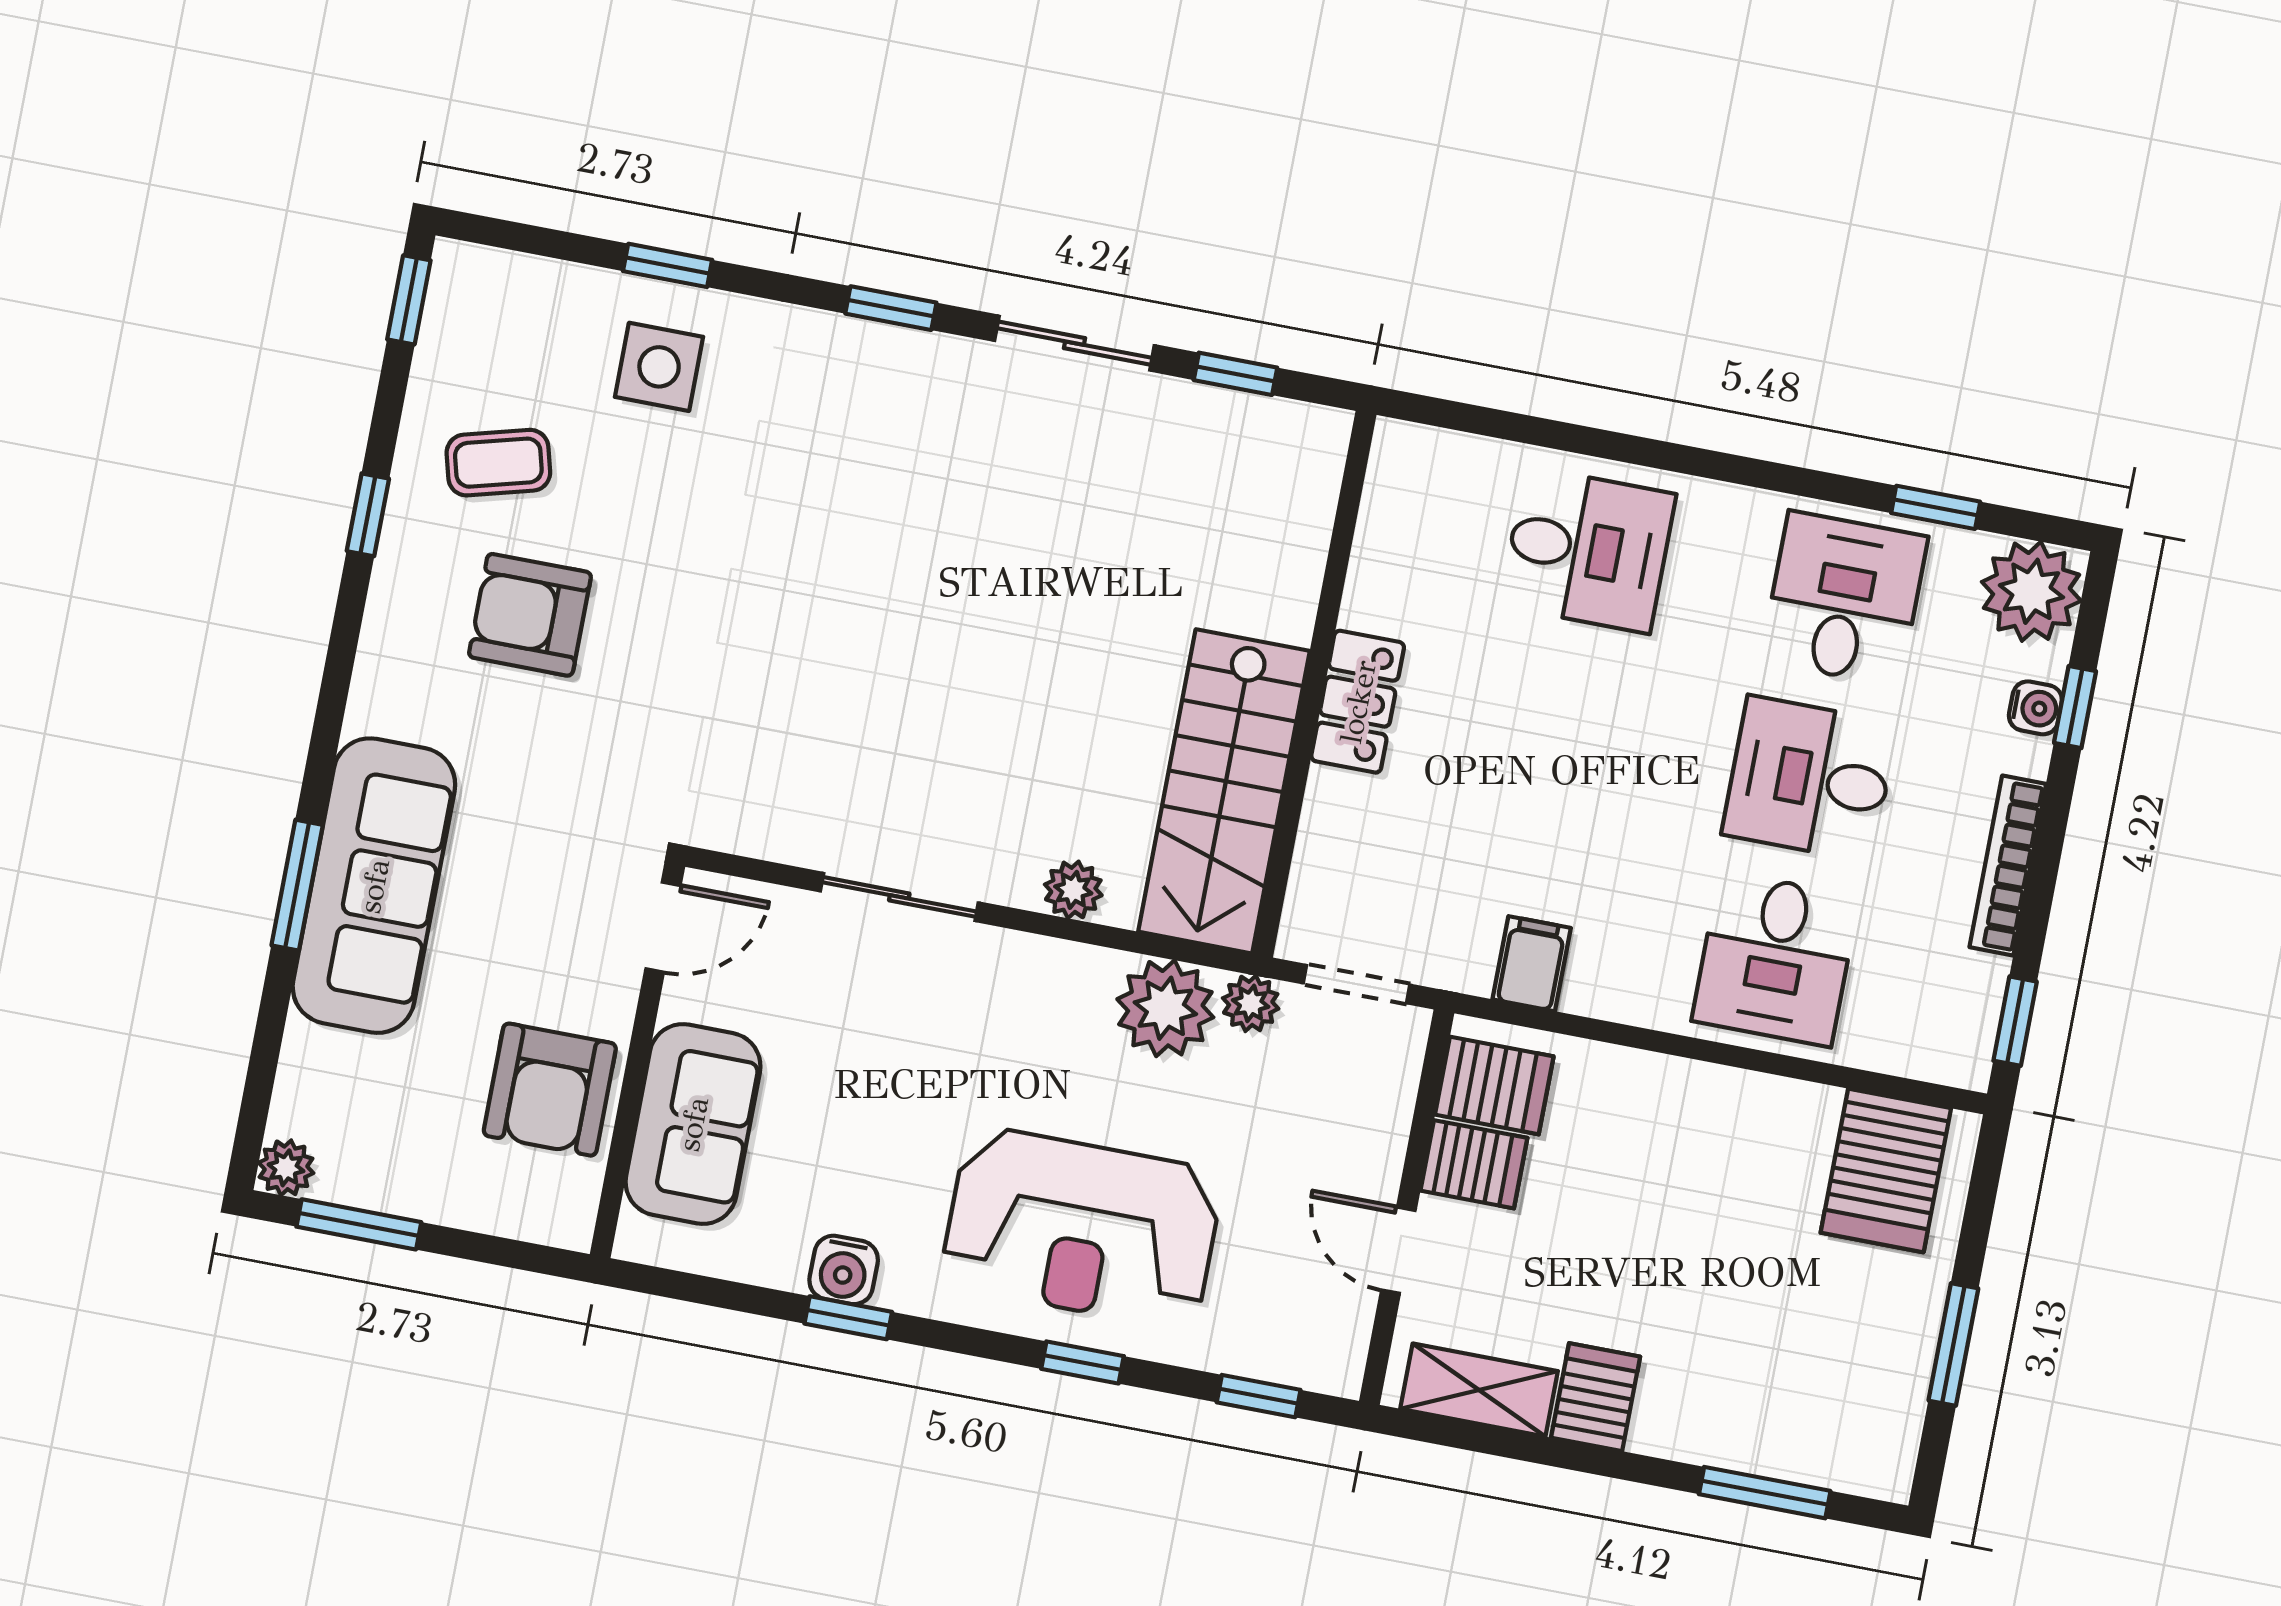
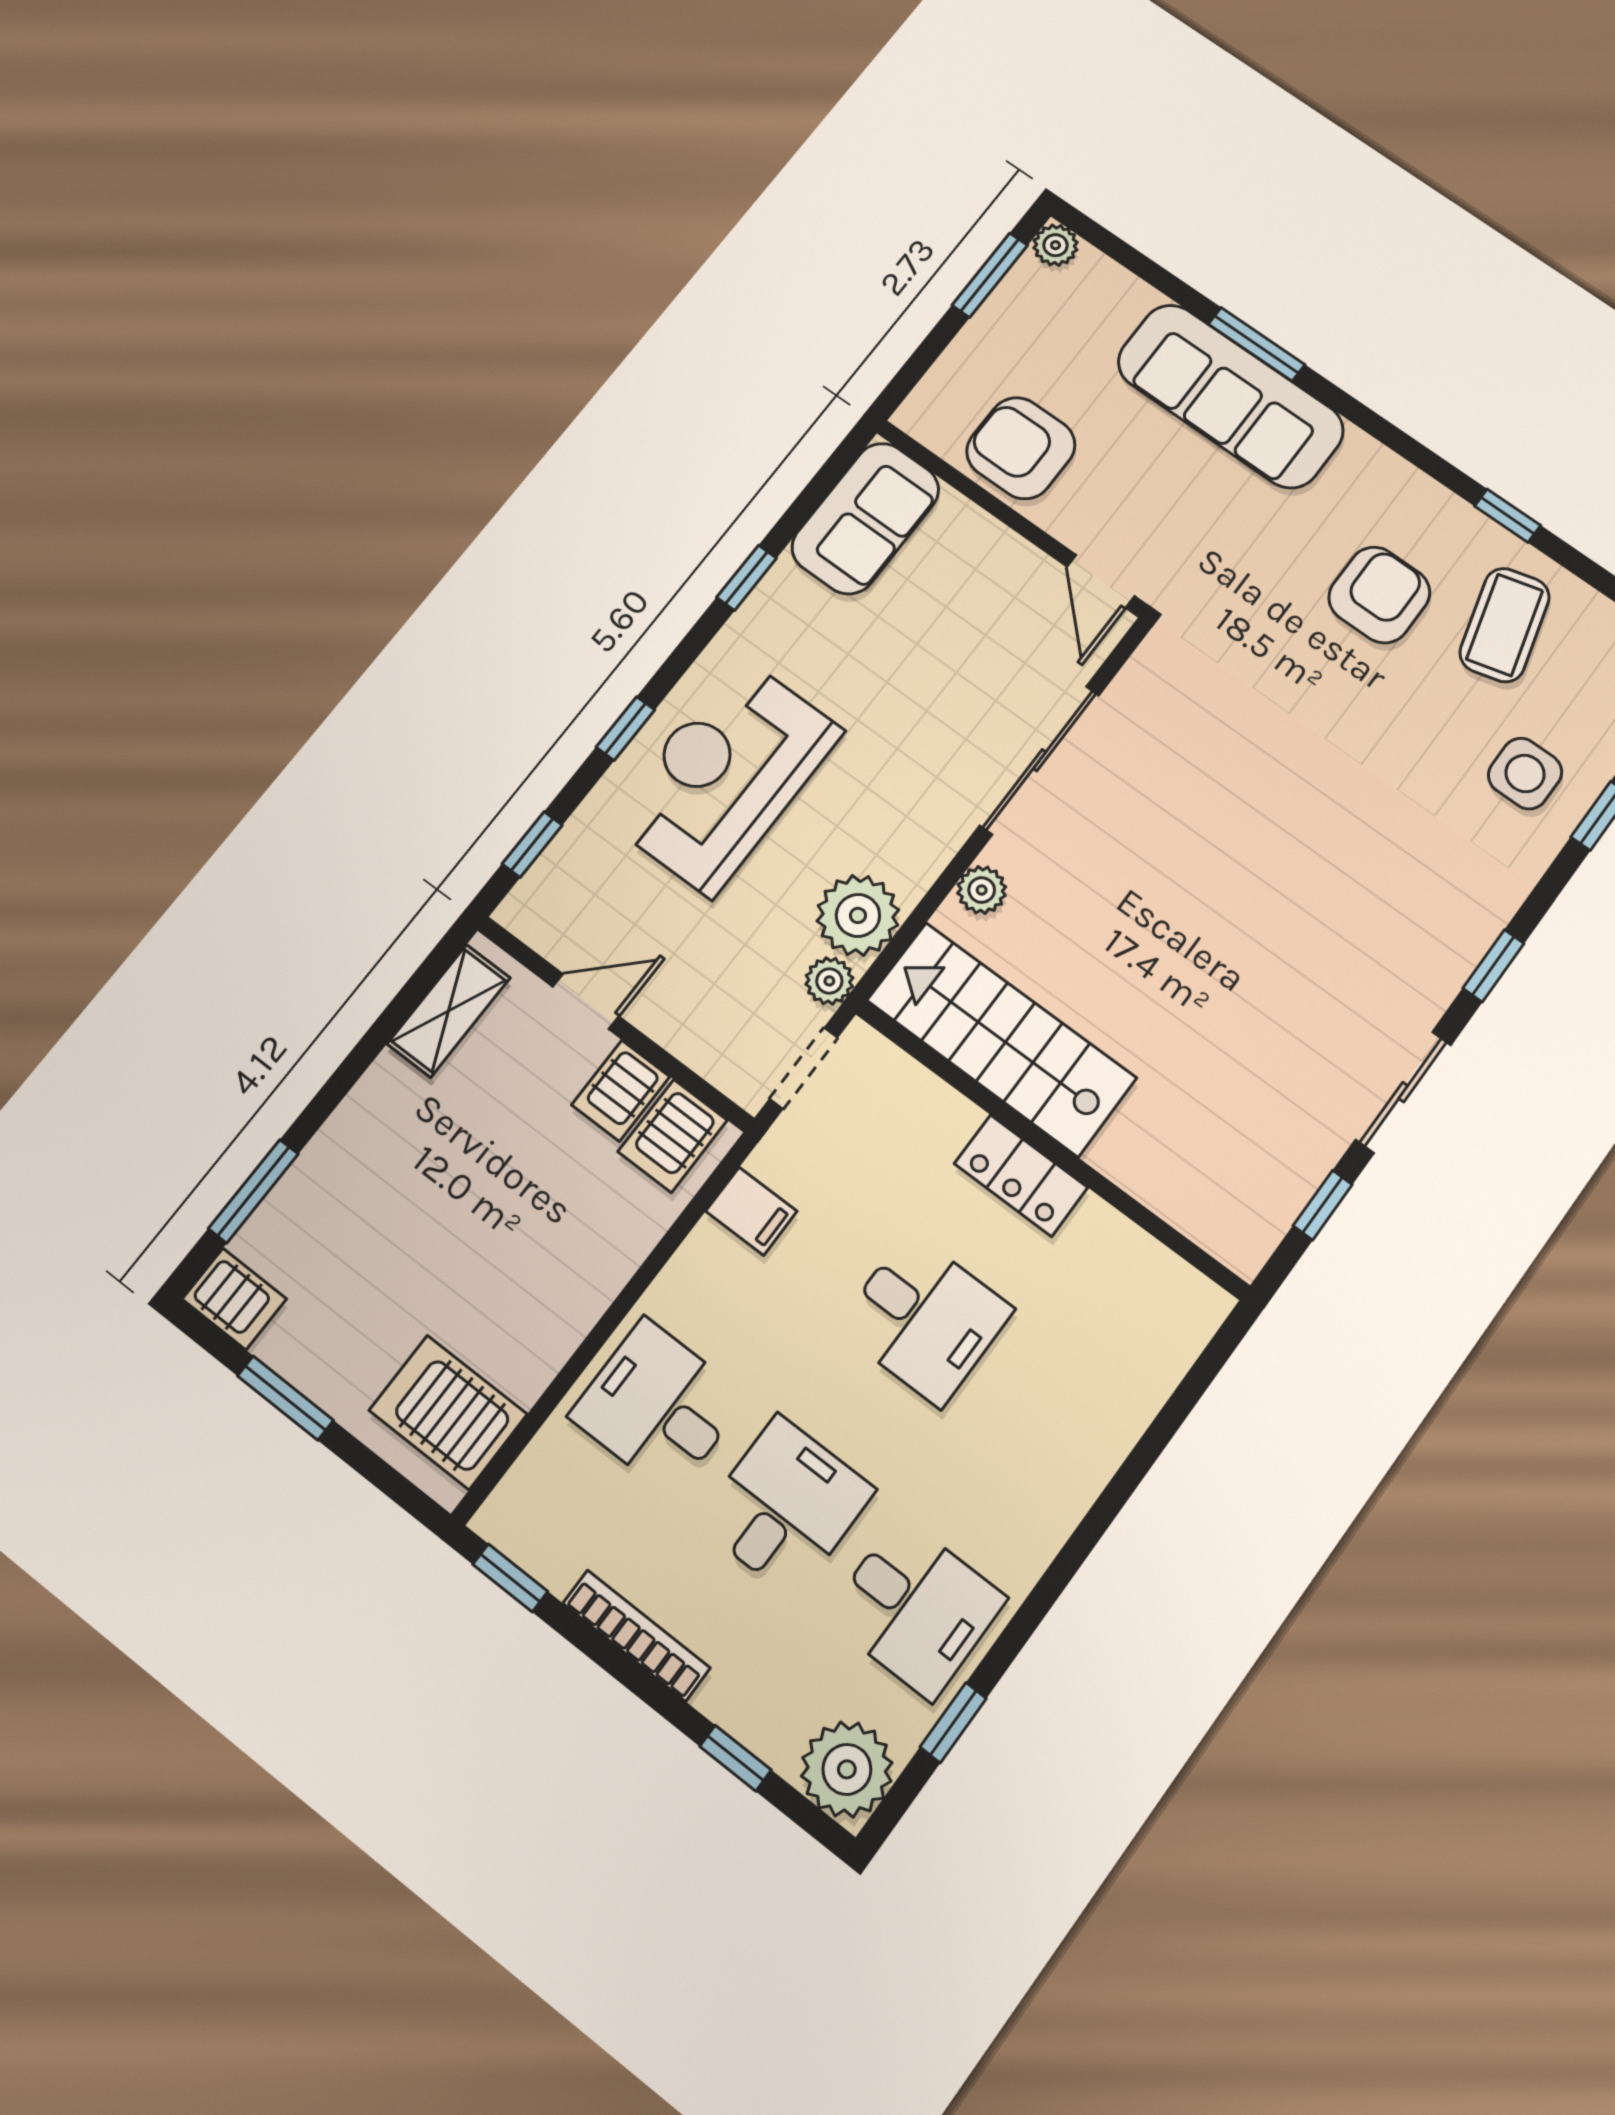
coffee table: (498, 463) -> (1505, 625), width x1.36, depth x1.30
desk: (1588, 550) -> (925, 1319), moved, turned -90
water cooler: (2035, 708) -> (751, 1724), removed
sliding door: (899, 897) -> (1040, 760), width x1.37
sofa: (693, 1124) -> (865, 518), moved, turned -90
water cooler: (844, 1270) -> (783, 591), removed
server rack: (1596, 1397) -> (234, 1299), moved

